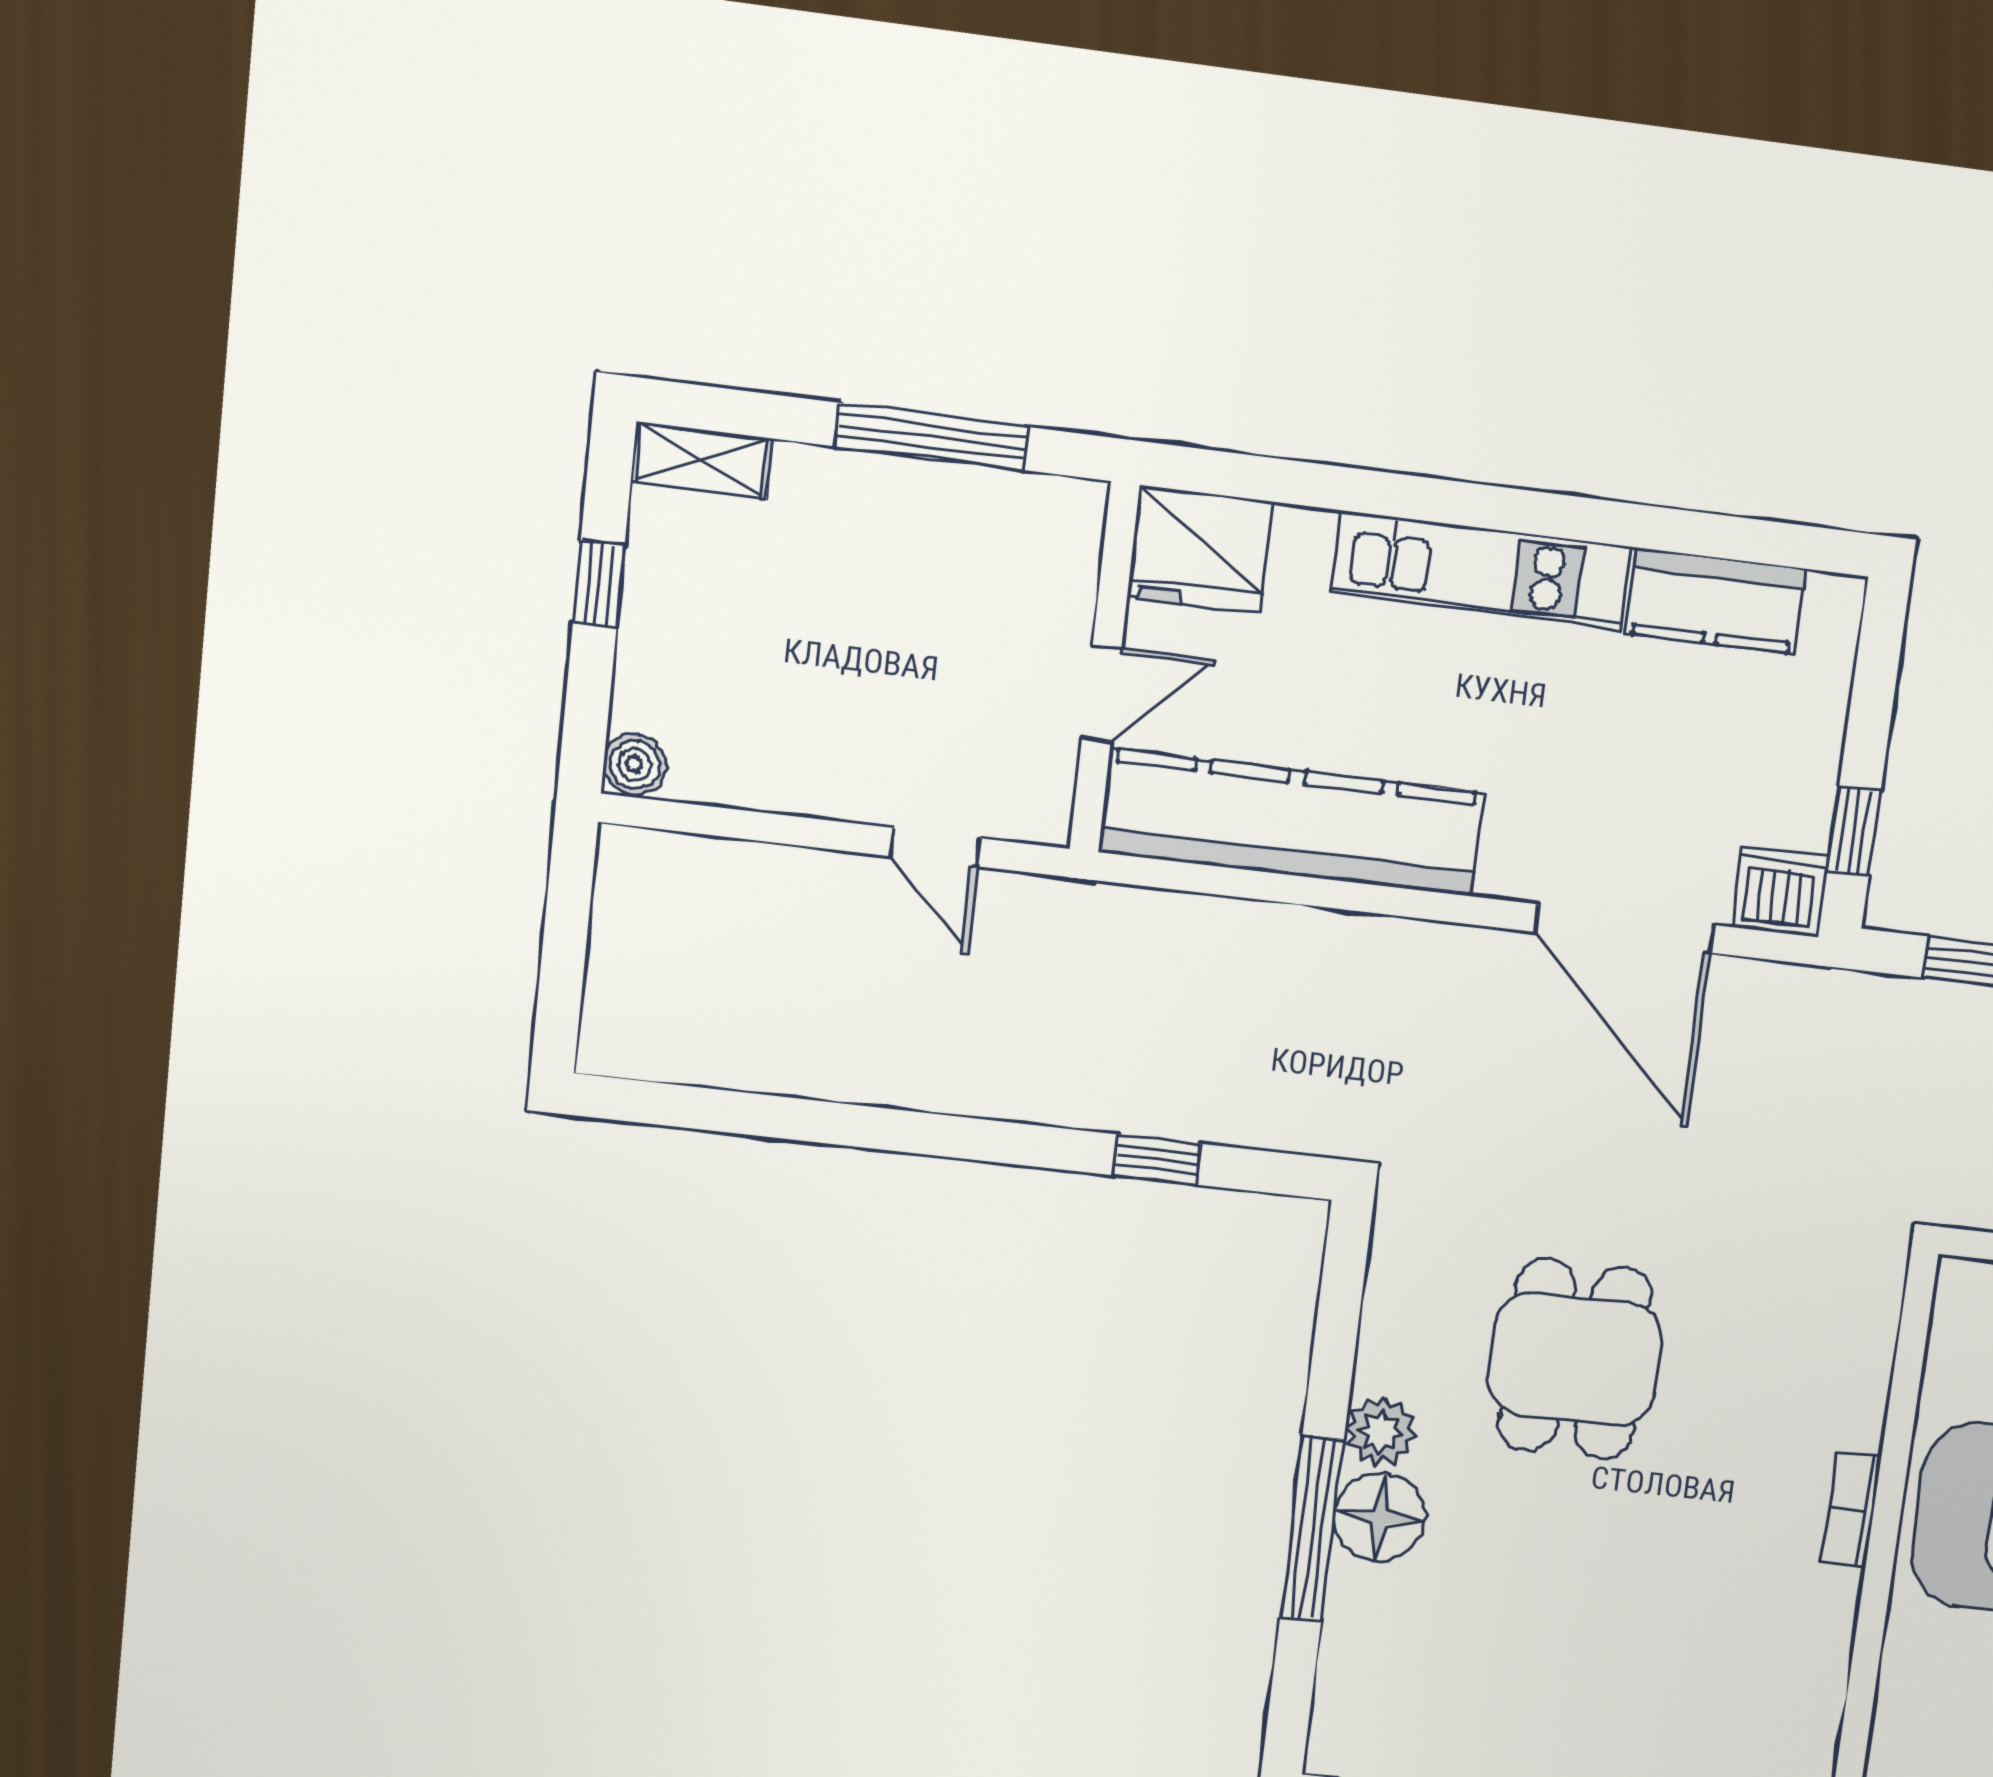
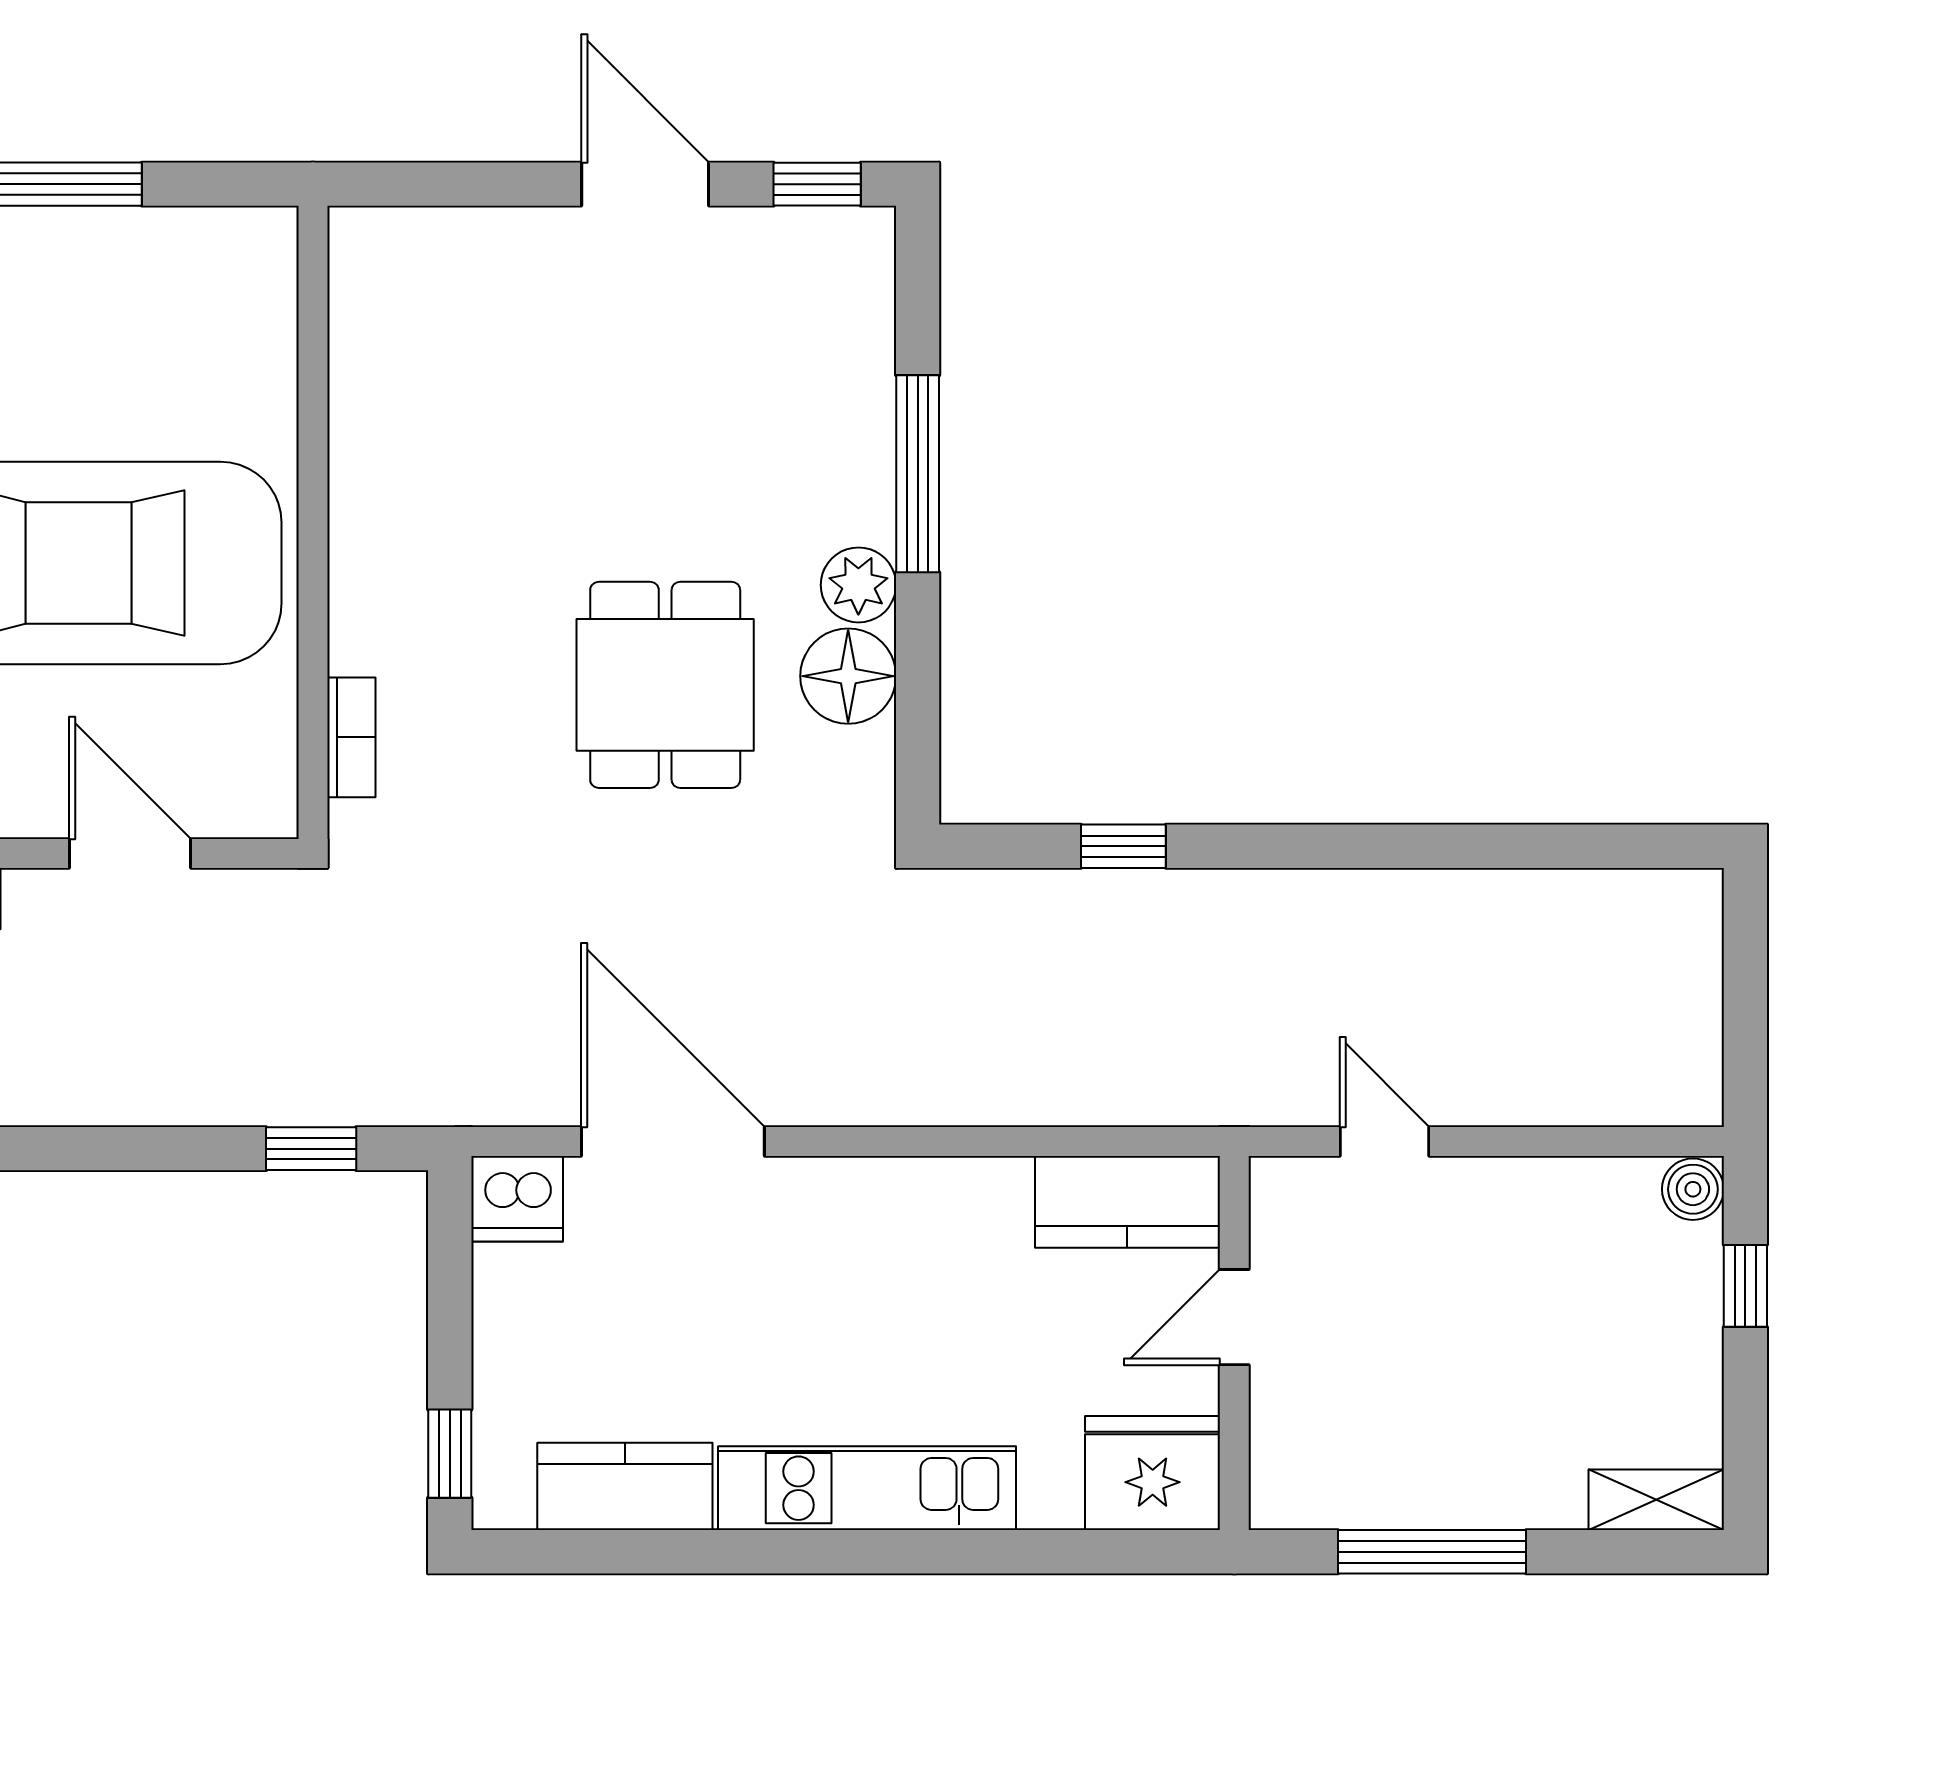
window: (599, 584) -> (1745, 1286), moved
kitchen counter: (1291, 823) -> (1127, 1202), width x0.48, depth x0.86
window: (1854, 831) -> (450, 1454), moved
bookcase: (1851, 1510) -> (351, 737), moved
floor lamp: (1380, 1517) -> (848, 676), moved

